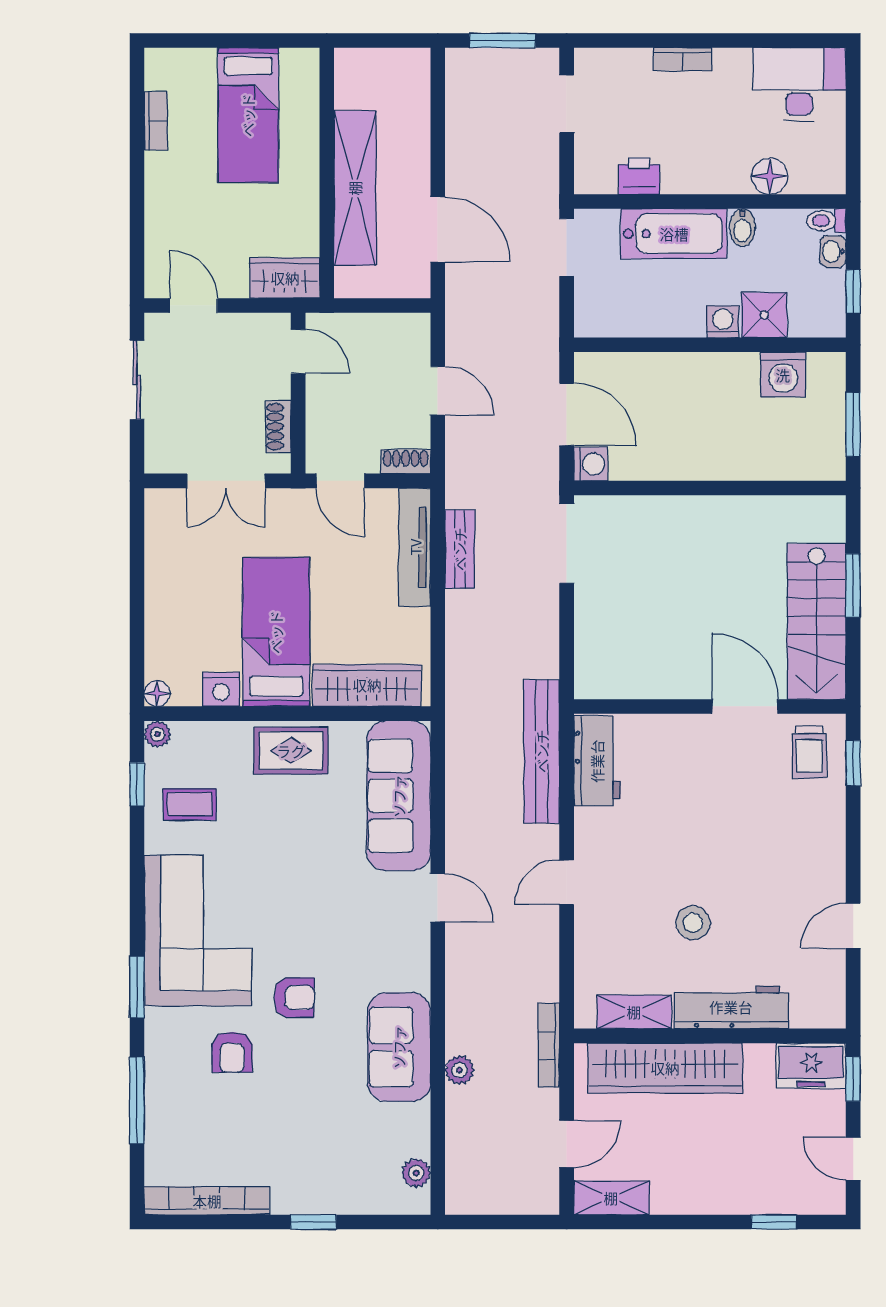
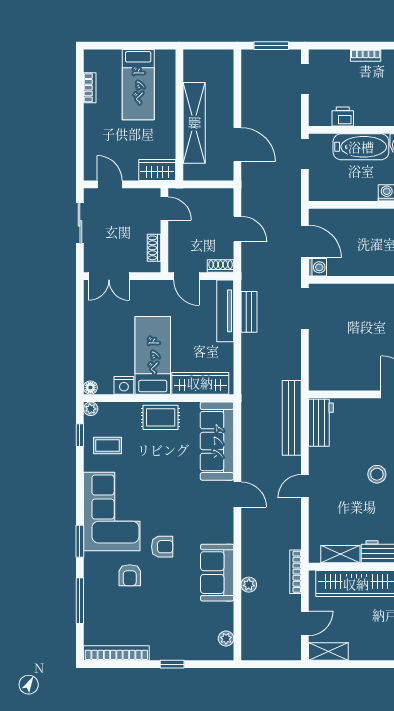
double door: (226, 481) -> (109, 276), moved
stool: (693, 923) -> (377, 474), moved

